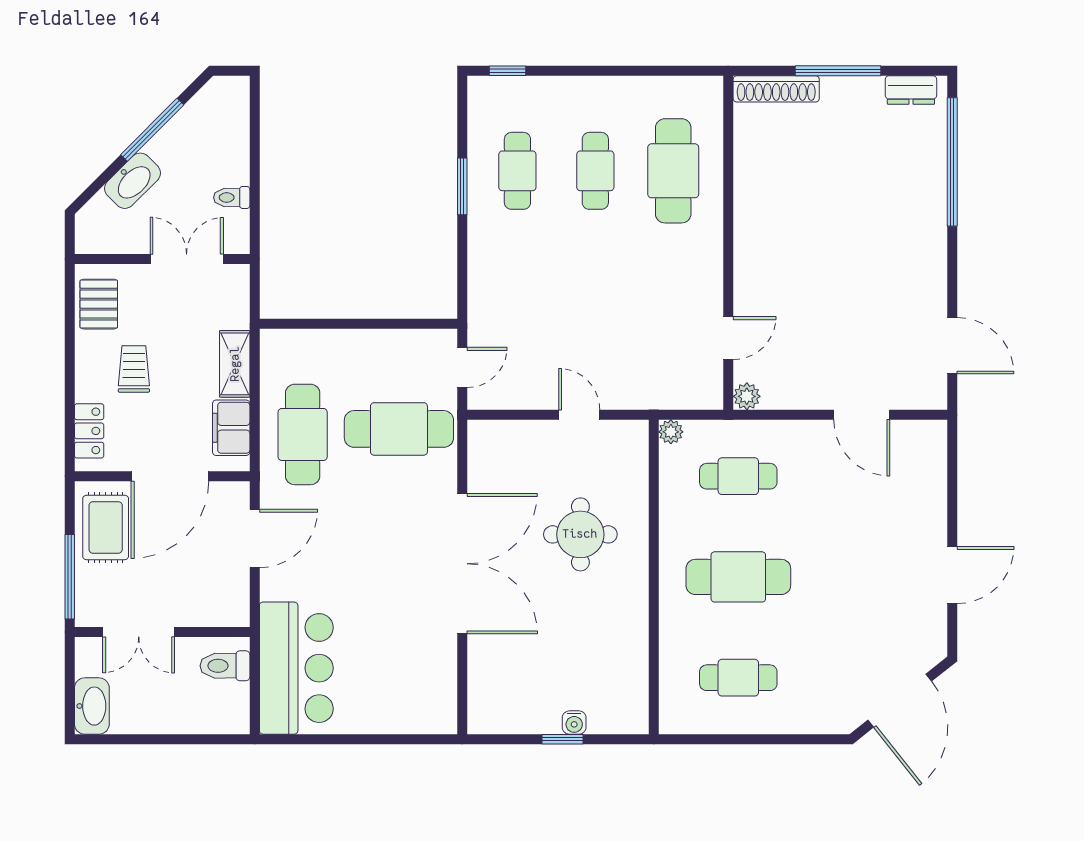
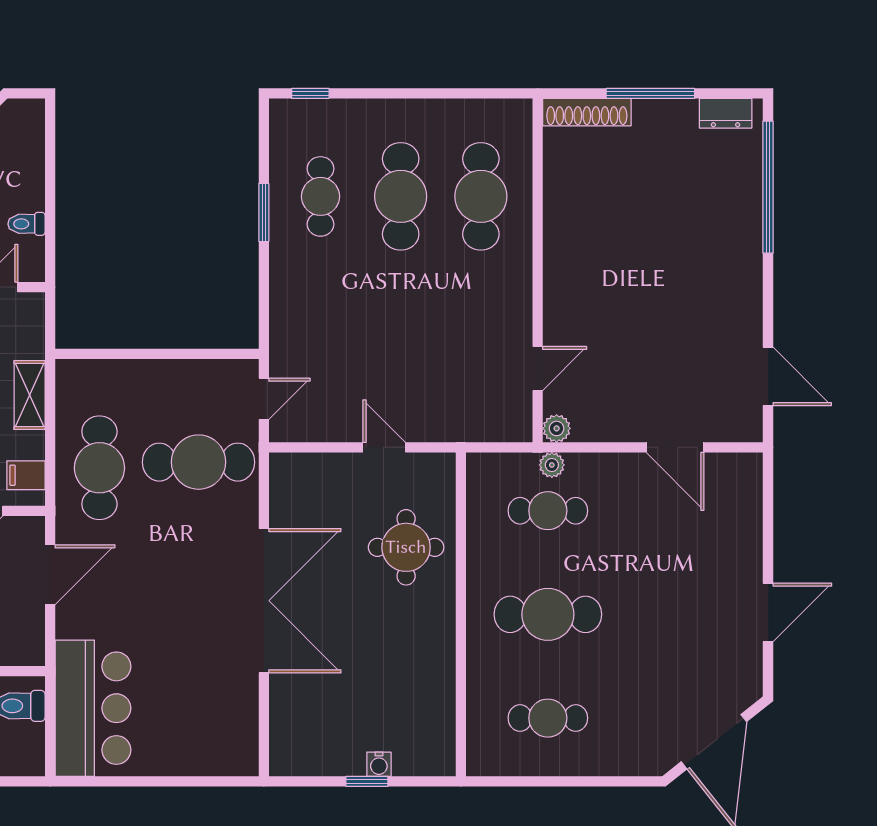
cafe table: (595, 171) -> (401, 196), width x1.37, depth x1.35
filing cabinet: (231, 428) -> (26, 475), width x0.50
plant: (671, 432) -> (552, 465), moved
round table: (580, 534) -> (406, 547), moved

